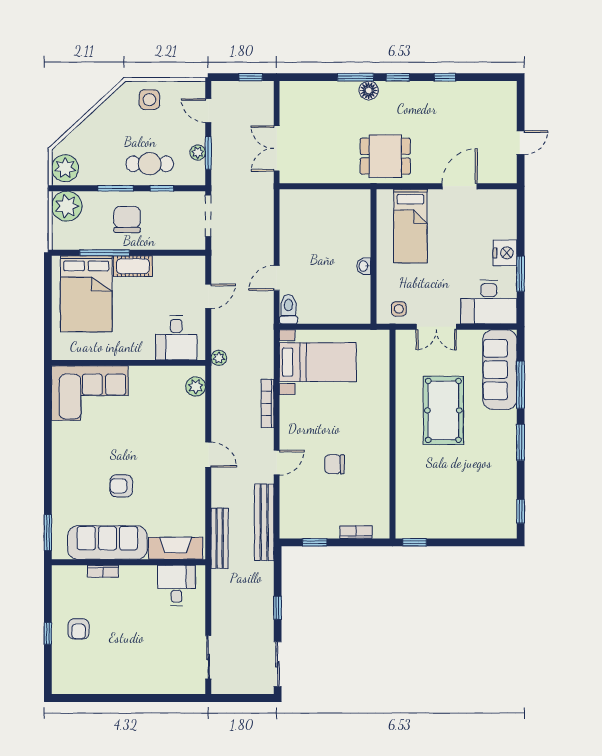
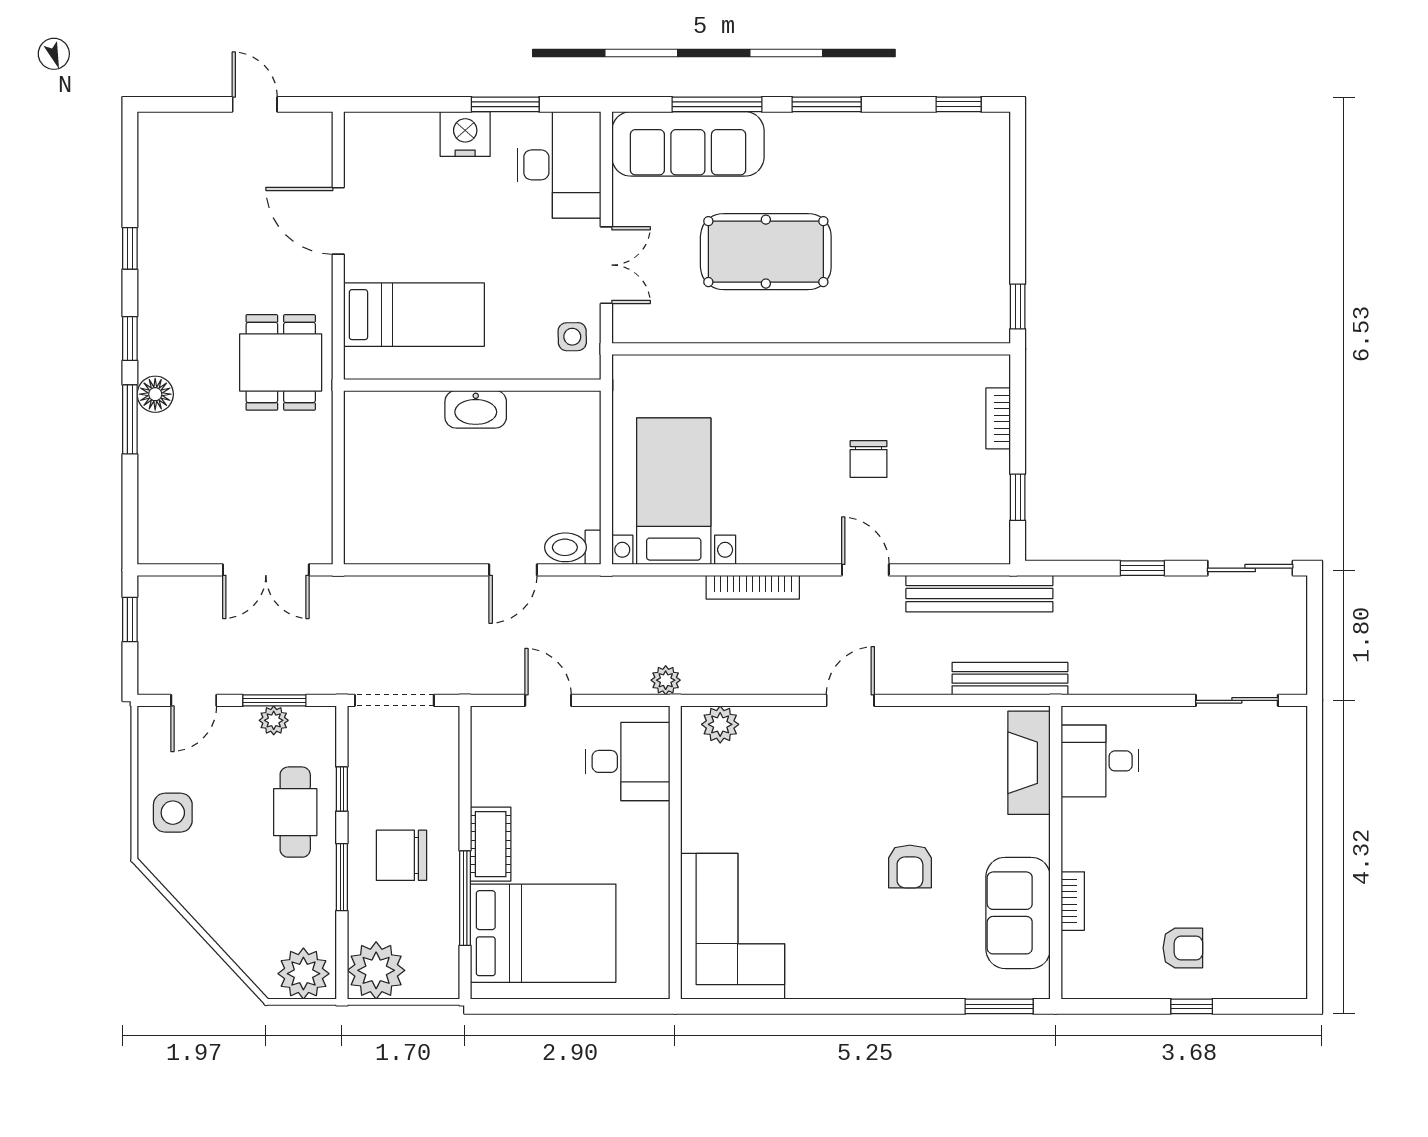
washbasin: (364, 266) -> (476, 409), width x1.91, depth x1.45
door: (277, 278) -> (513, 570), hinge flipped
sofa: (107, 543) -> (1018, 913), width x0.73

